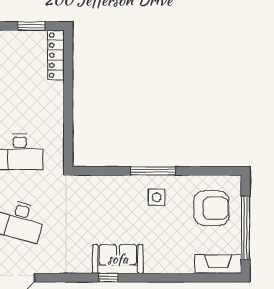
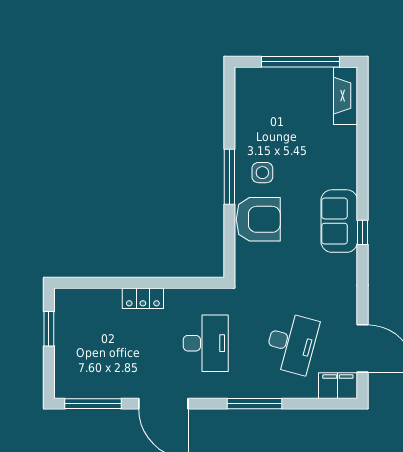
locker: (56, 55) -> (143, 298), moved, width x0.66
armchair: (211, 208) -> (258, 219), moved, turned 90

